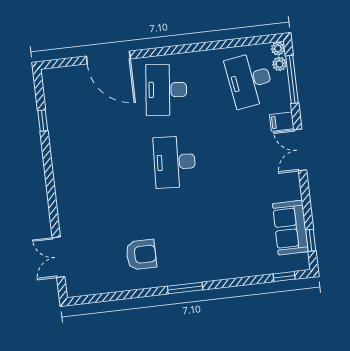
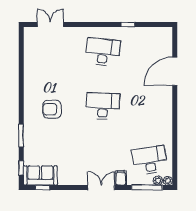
desk: (166, 90) -> (103, 52), moved
window: (43, 121) -> (128, 25), moved
sofa: (290, 228) -> (40, 175), moved
armchair: (141, 255) -> (52, 109), moved, turned 90
window: (185, 288) -> (21, 136), moved

